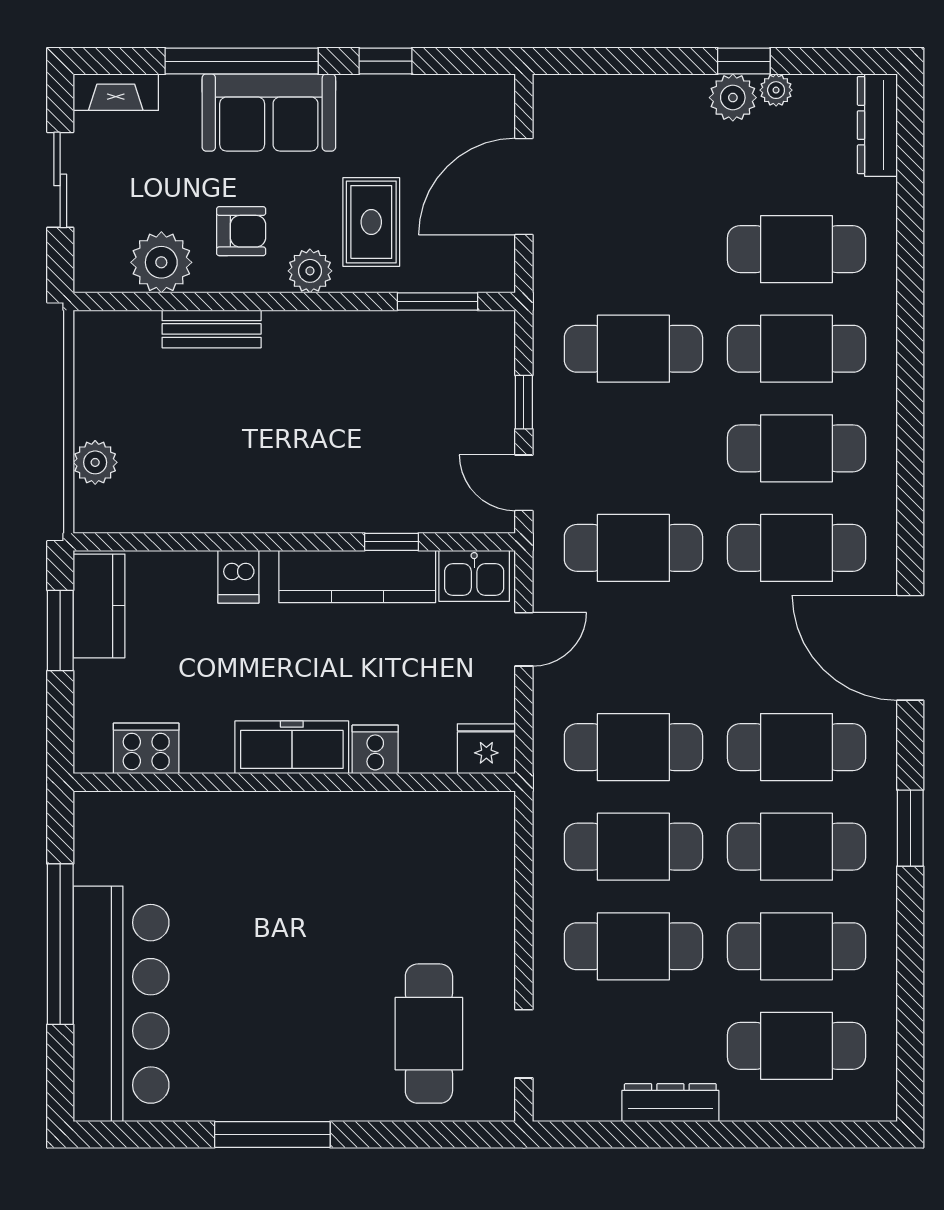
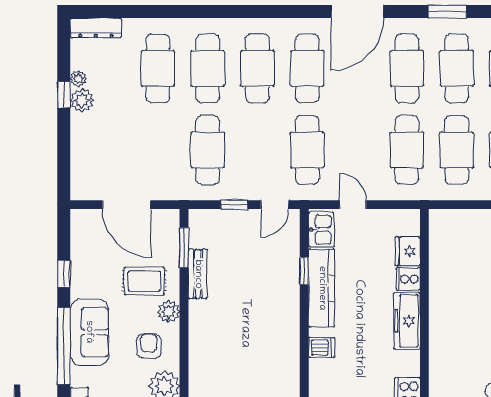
bench: (212, 329) -> (198, 274), moved
fridge: (486, 749) -> (408, 251), moved

